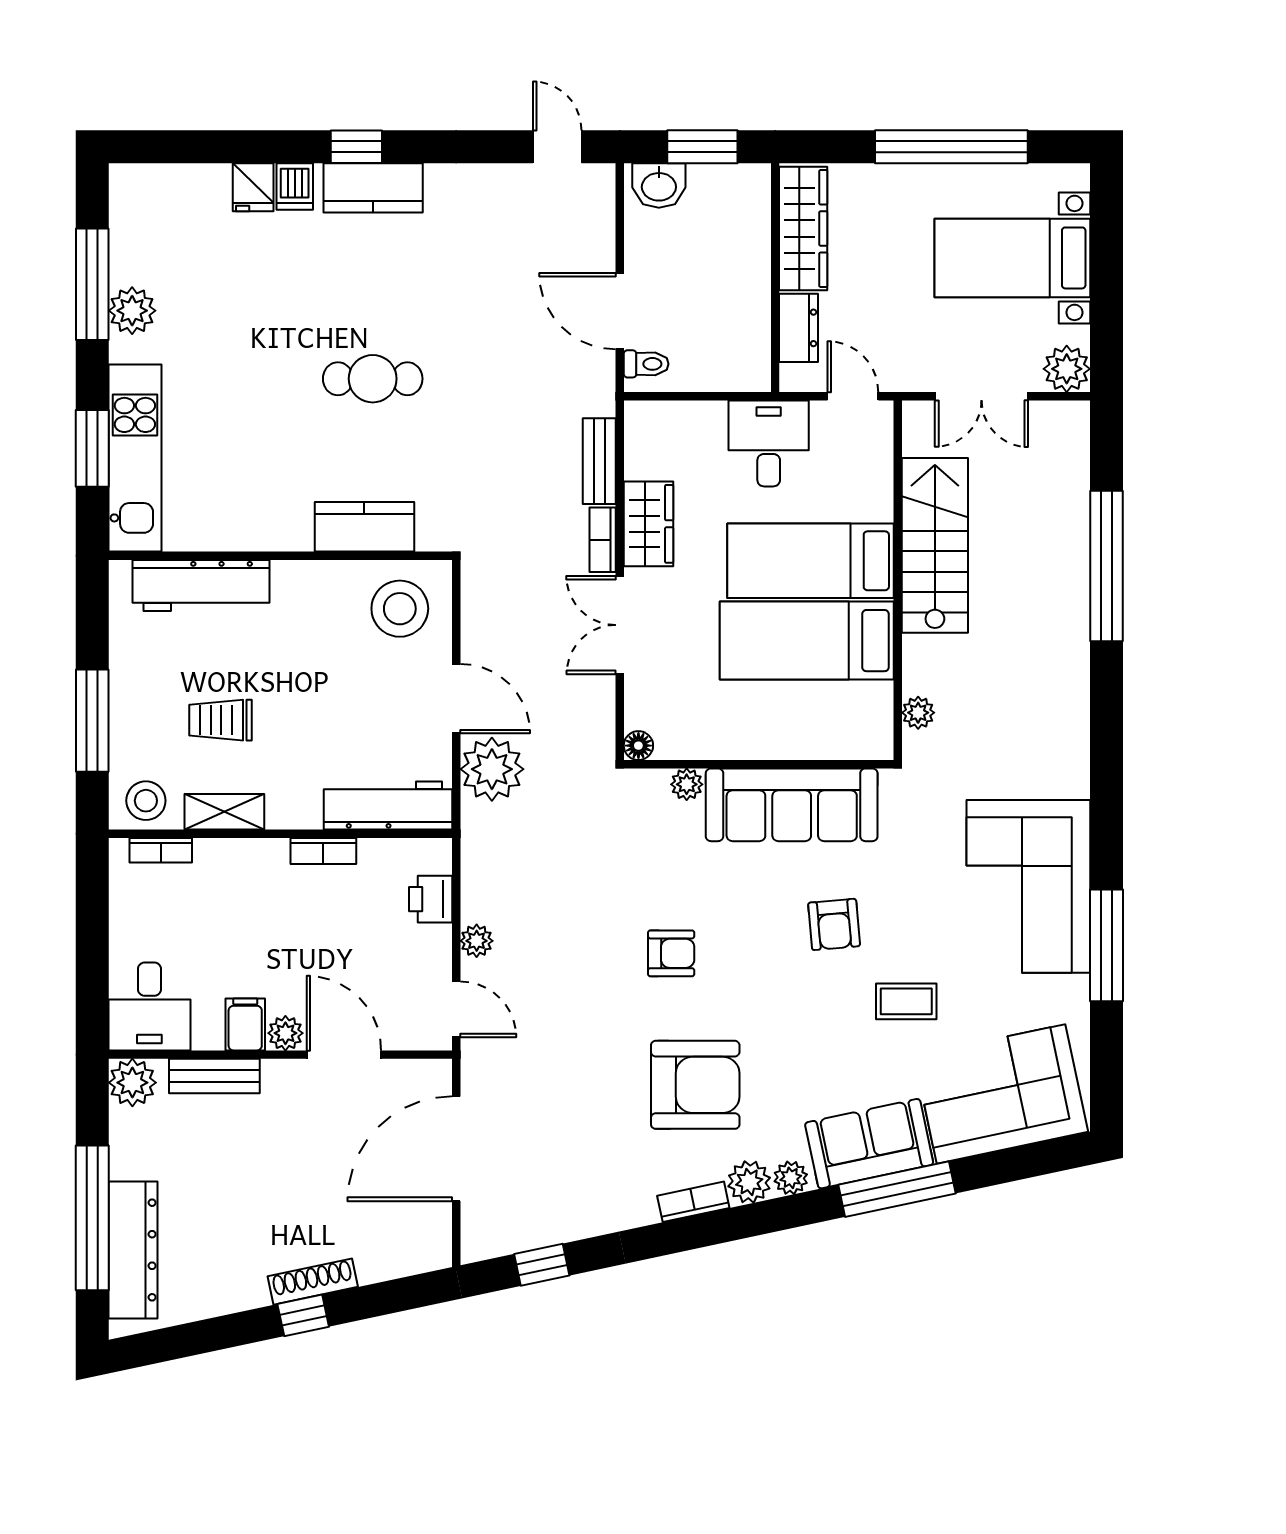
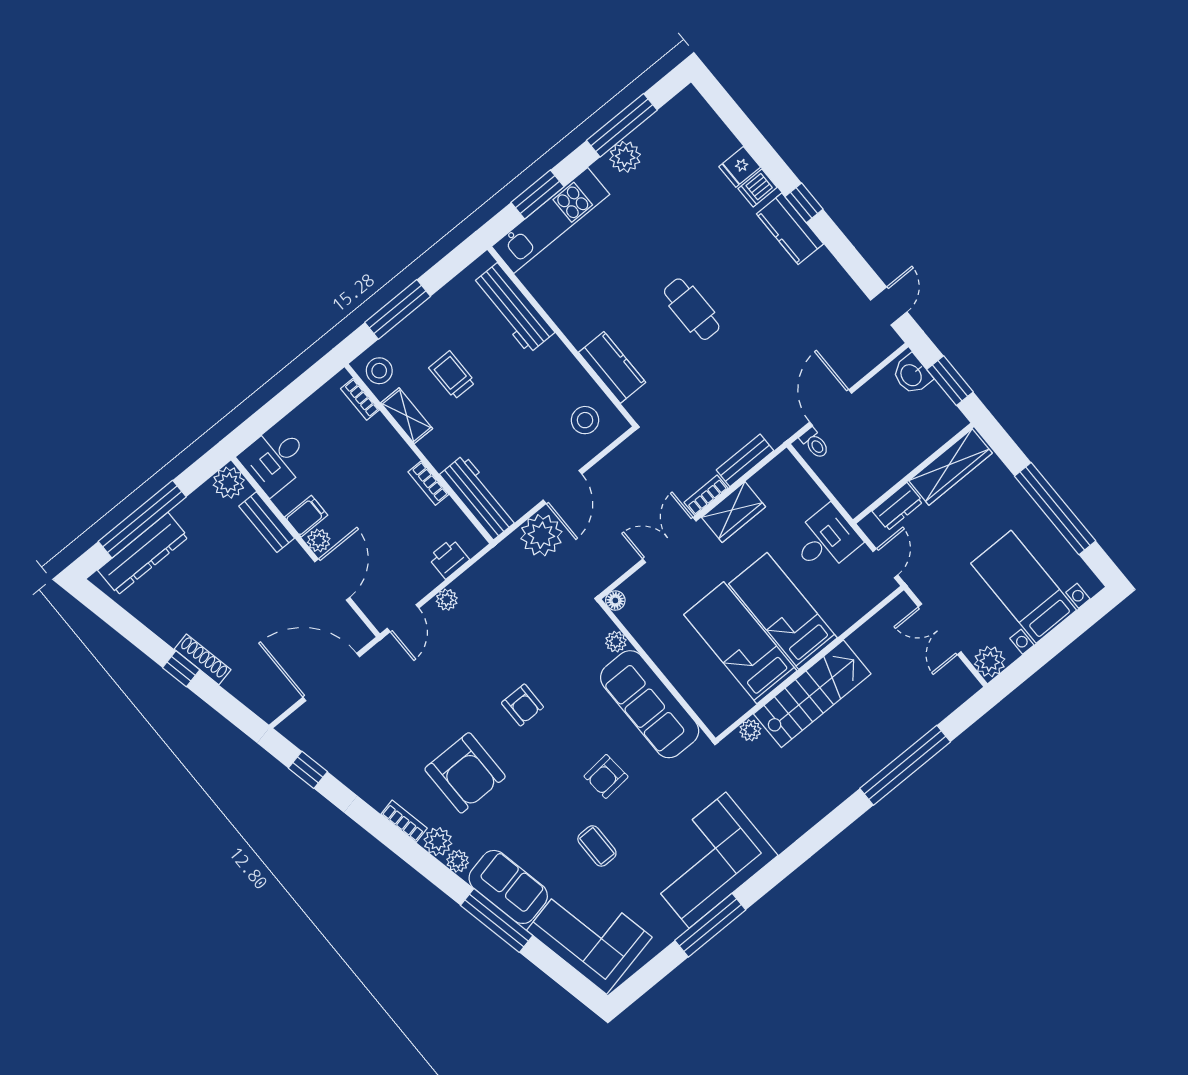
stairs: (935, 545) -> (812, 694), moved
stool: (400, 609) -> (585, 420), width x0.73, depth x0.73

